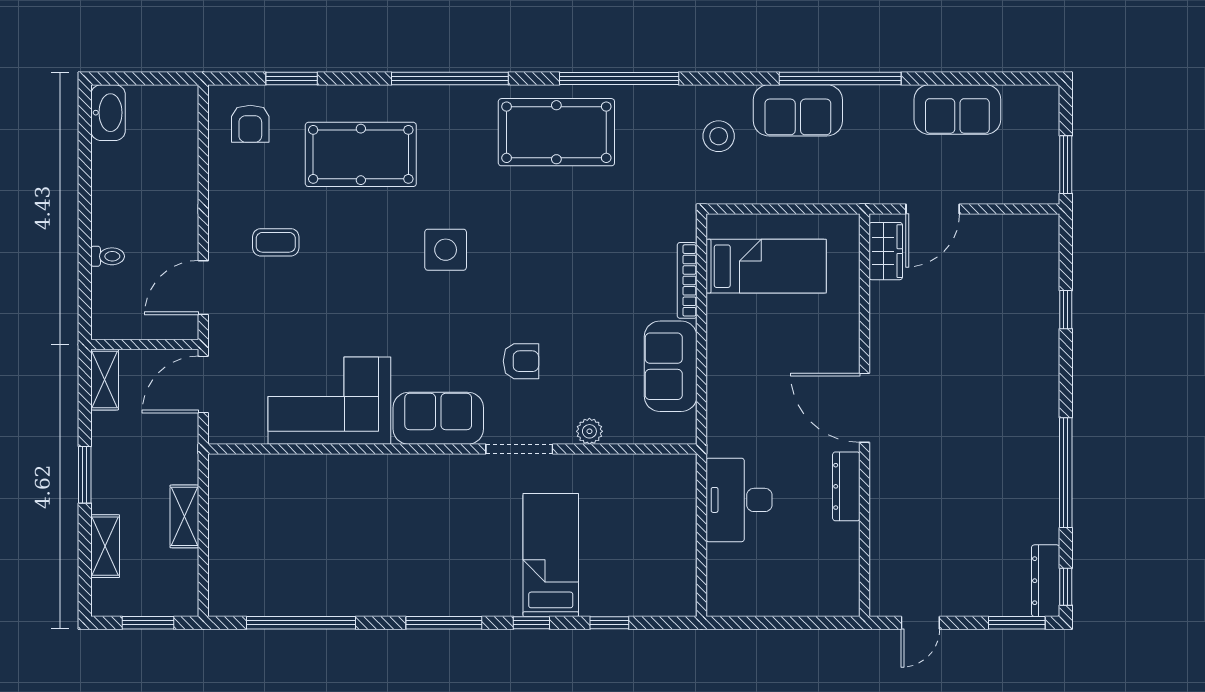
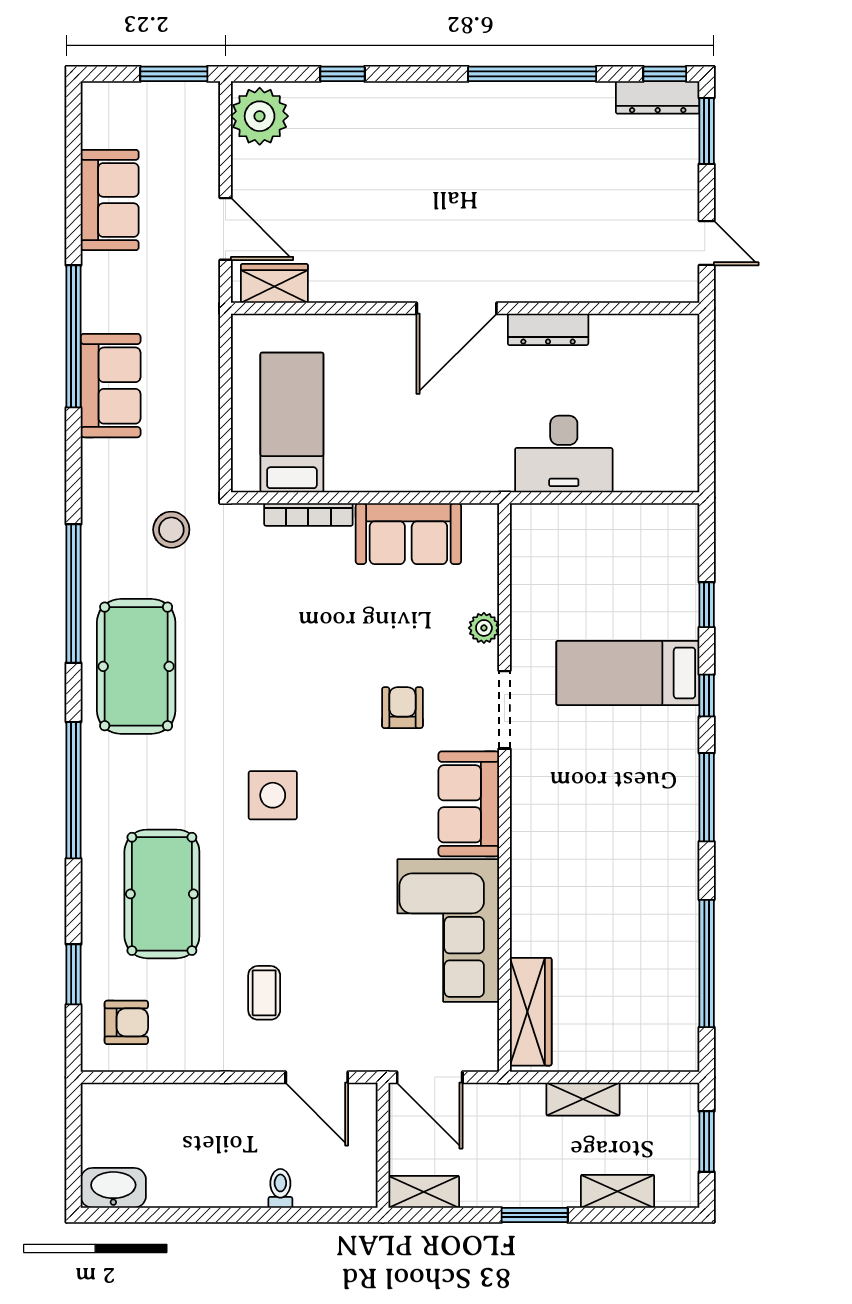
stool: (719, 136) -> (171, 530), moved
plant: (1029, 238) -> (260, 116), added
wardrobe: (260, 471) -> (531, 1012), added

